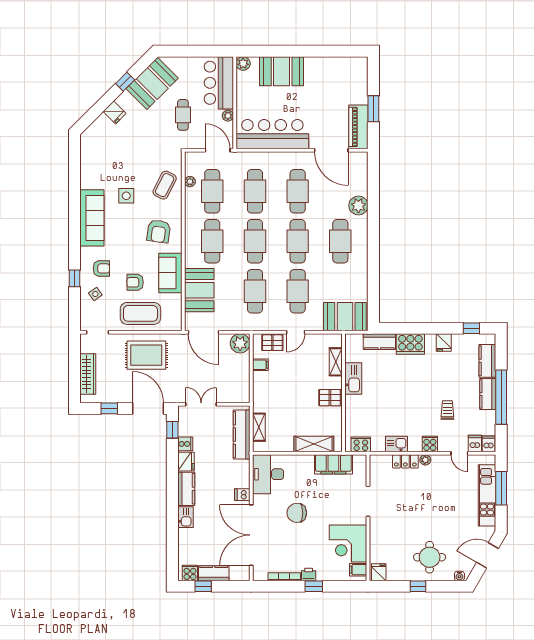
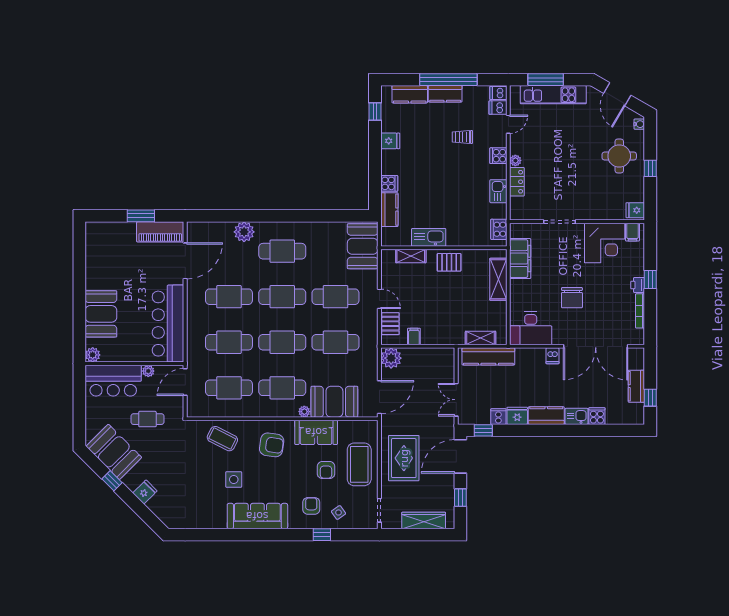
plant: (190, 182) -> (304, 412), moved
cooker: (410, 344) -> (389, 183), width x0.53, depth x0.76
pallet: (330, 398) -> (449, 262), turned 90
cooker: (190, 573) -> (597, 416), moved, turned 90

